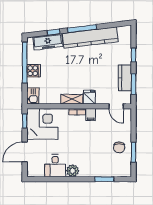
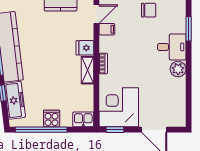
filing cabinet: (91, 115) -> (107, 29), moved
desk: (55, 166) -> (172, 47), moved

